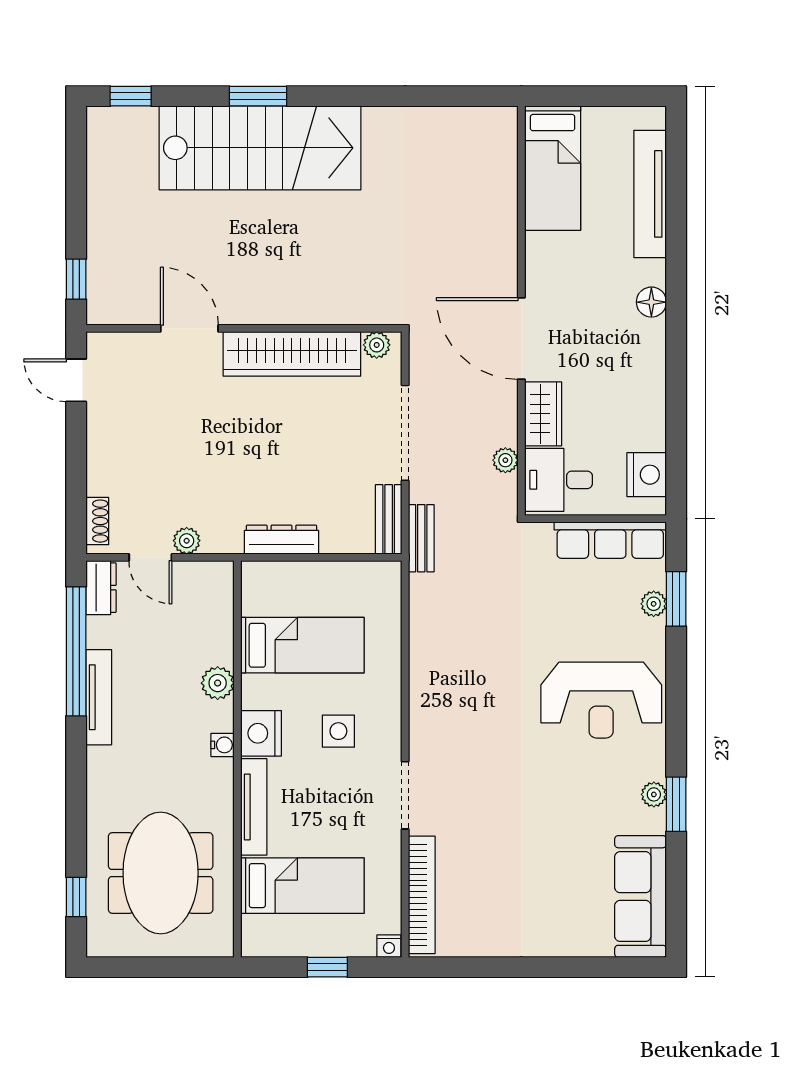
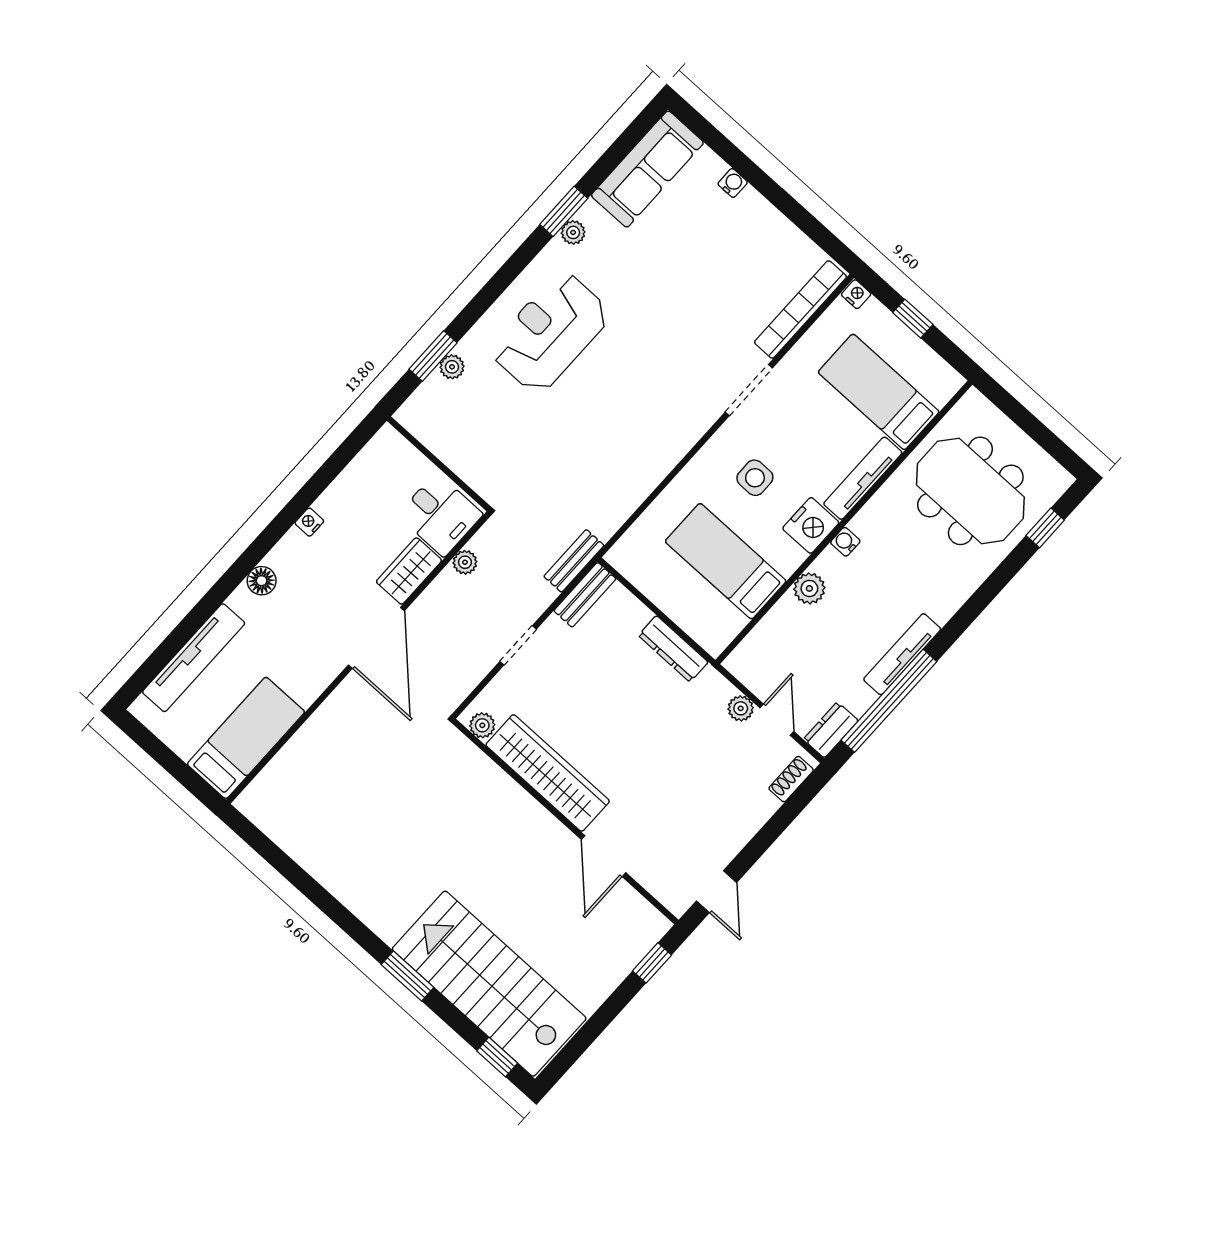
stairs: (260, 148) -> (489, 984), moved
doorway: (405, 433) -> (518, 645), width x0.53
nightstand: (647, 475) -> (309, 522), moved, width x0.53, depth x0.56
row of seats: (610, 540) -> (442, 439), removed
reception desk: (601, 700) -> (550, 332), turned -90
meeting table: (161, 873) -> (970, 491), turned 90
water cooler: (564, 946) -> (733, 183), added

